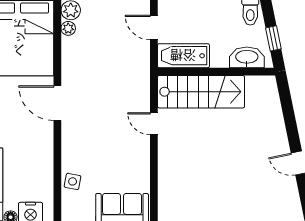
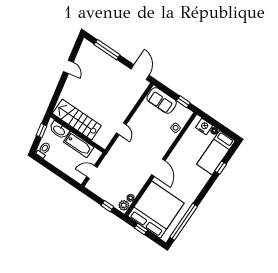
door: (154, 28) -> (92, 172), swing flipped
bathtub: (183, 56) -> (79, 145), moved
stairs: (201, 92) -> (77, 120), moved

